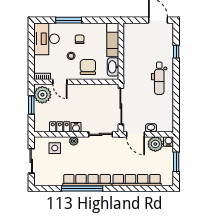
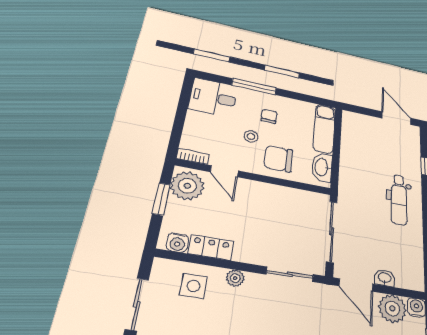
desk: (47, 39) -> (213, 97), width x0.73
chair: (88, 67) -> (278, 159), turned -90
water cooler: (76, 127) -> (177, 243), moved

